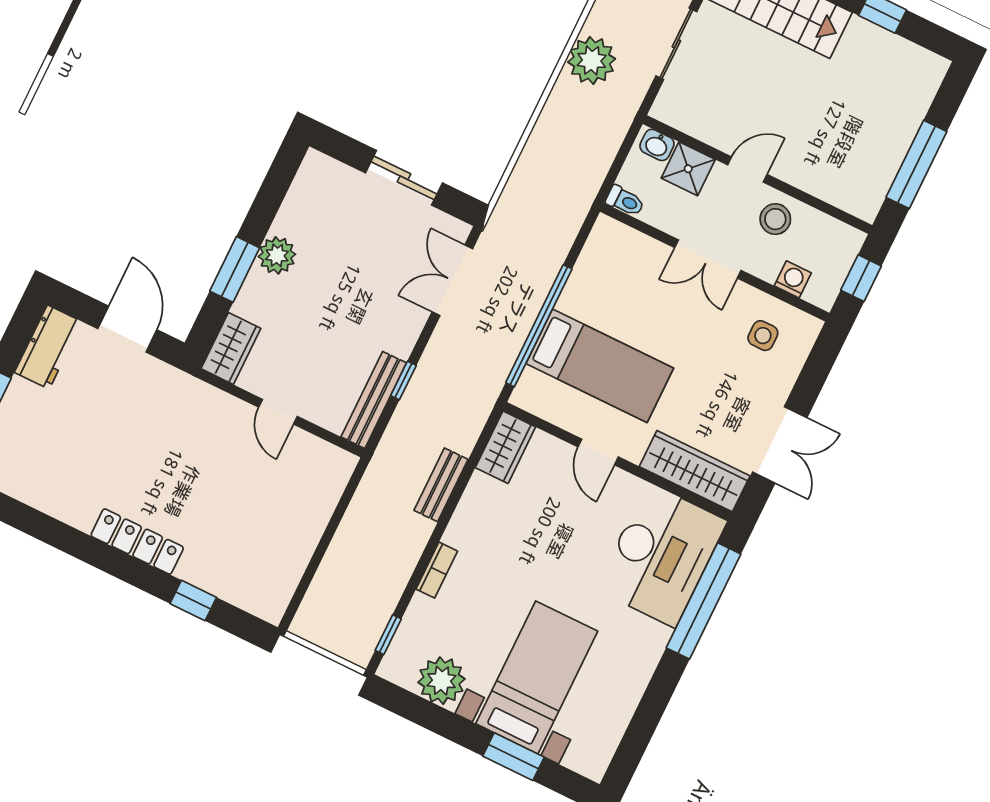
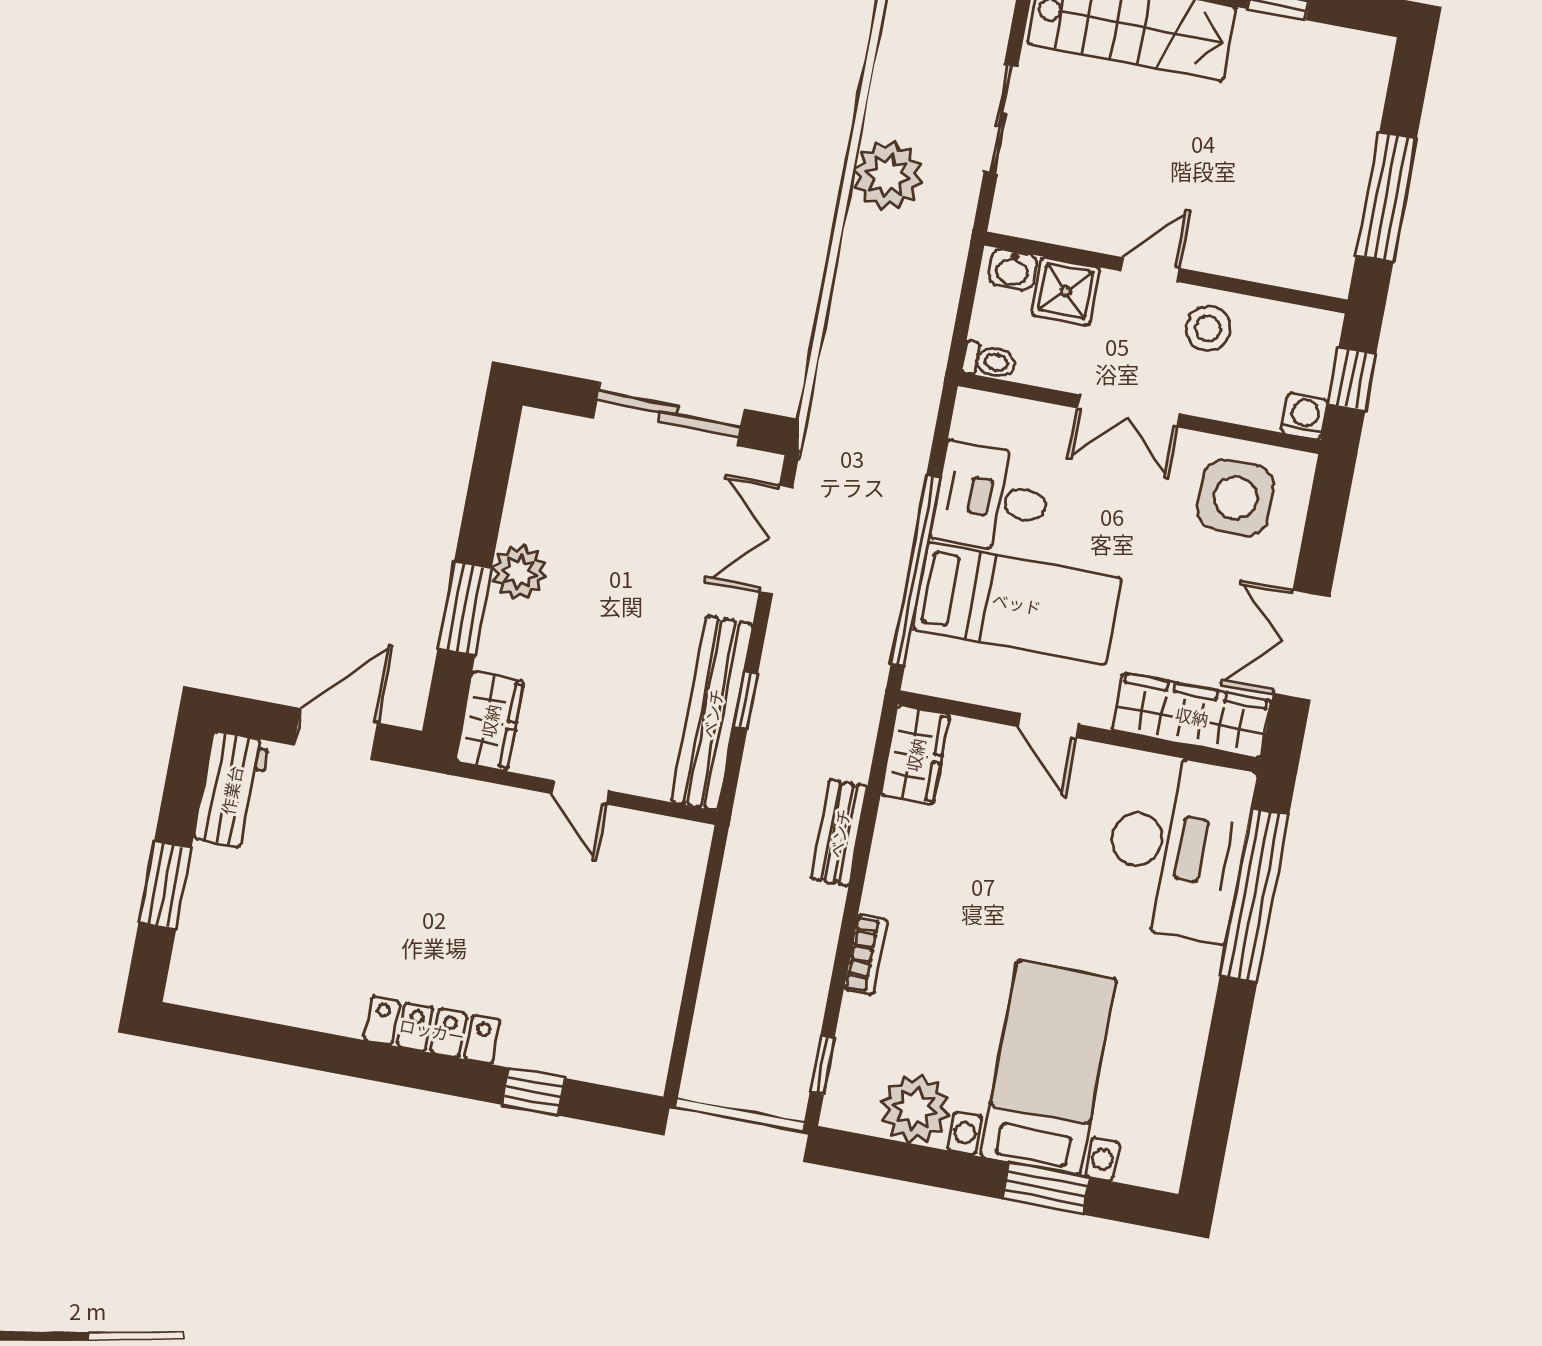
sliding door: (404, 178) -> (668, 414), width x1.37
washing machine: (793, 279) -> (1305, 416), moved
desk: (602, 292) -> (992, 498), added
door: (127, 329) -> (336, 734), hinge flipped
side table: (763, 336) -> (1236, 498), width x1.87, depth x1.87
bench: (374, 400) -> (712, 713), width x1.37, depth x1.21
double door: (780, 445) -> (1302, 646), swing flipped

